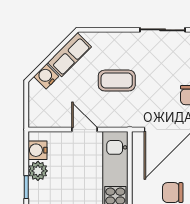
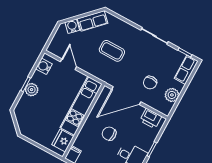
door: (85, 130) -> (68, 64), moved
plant: (38, 171) -> (32, 90), moved

